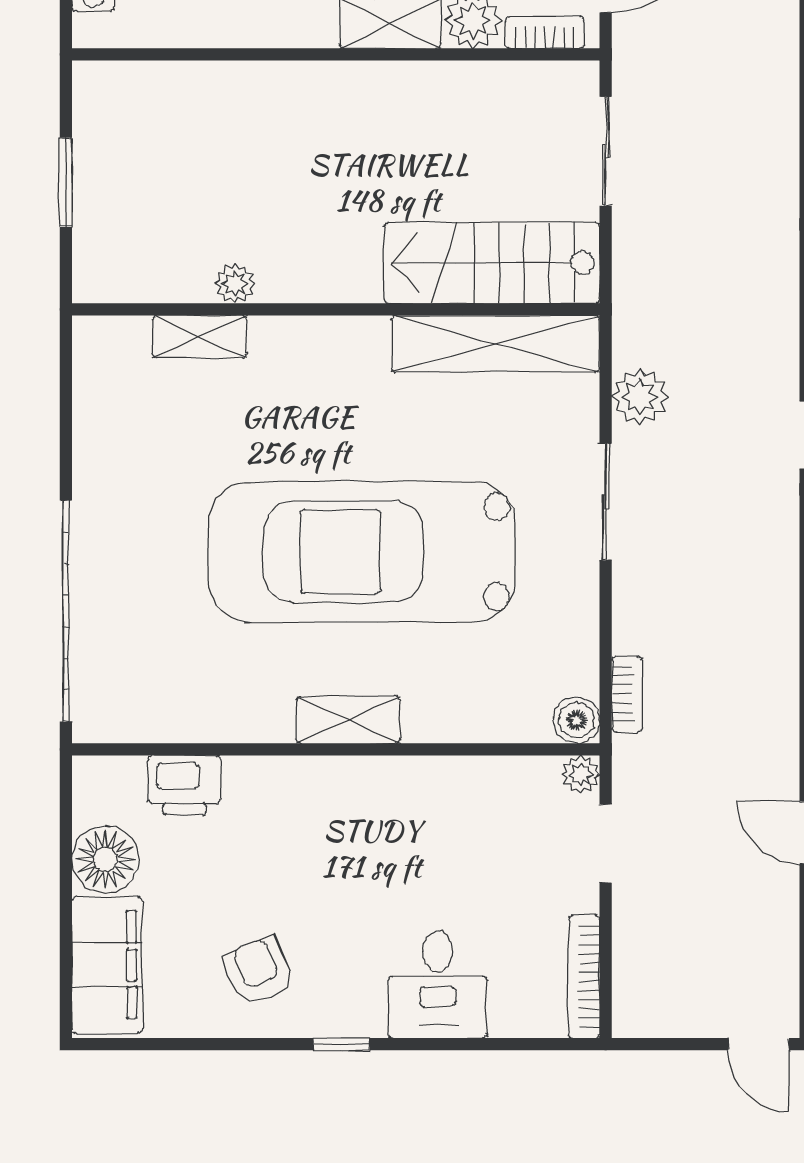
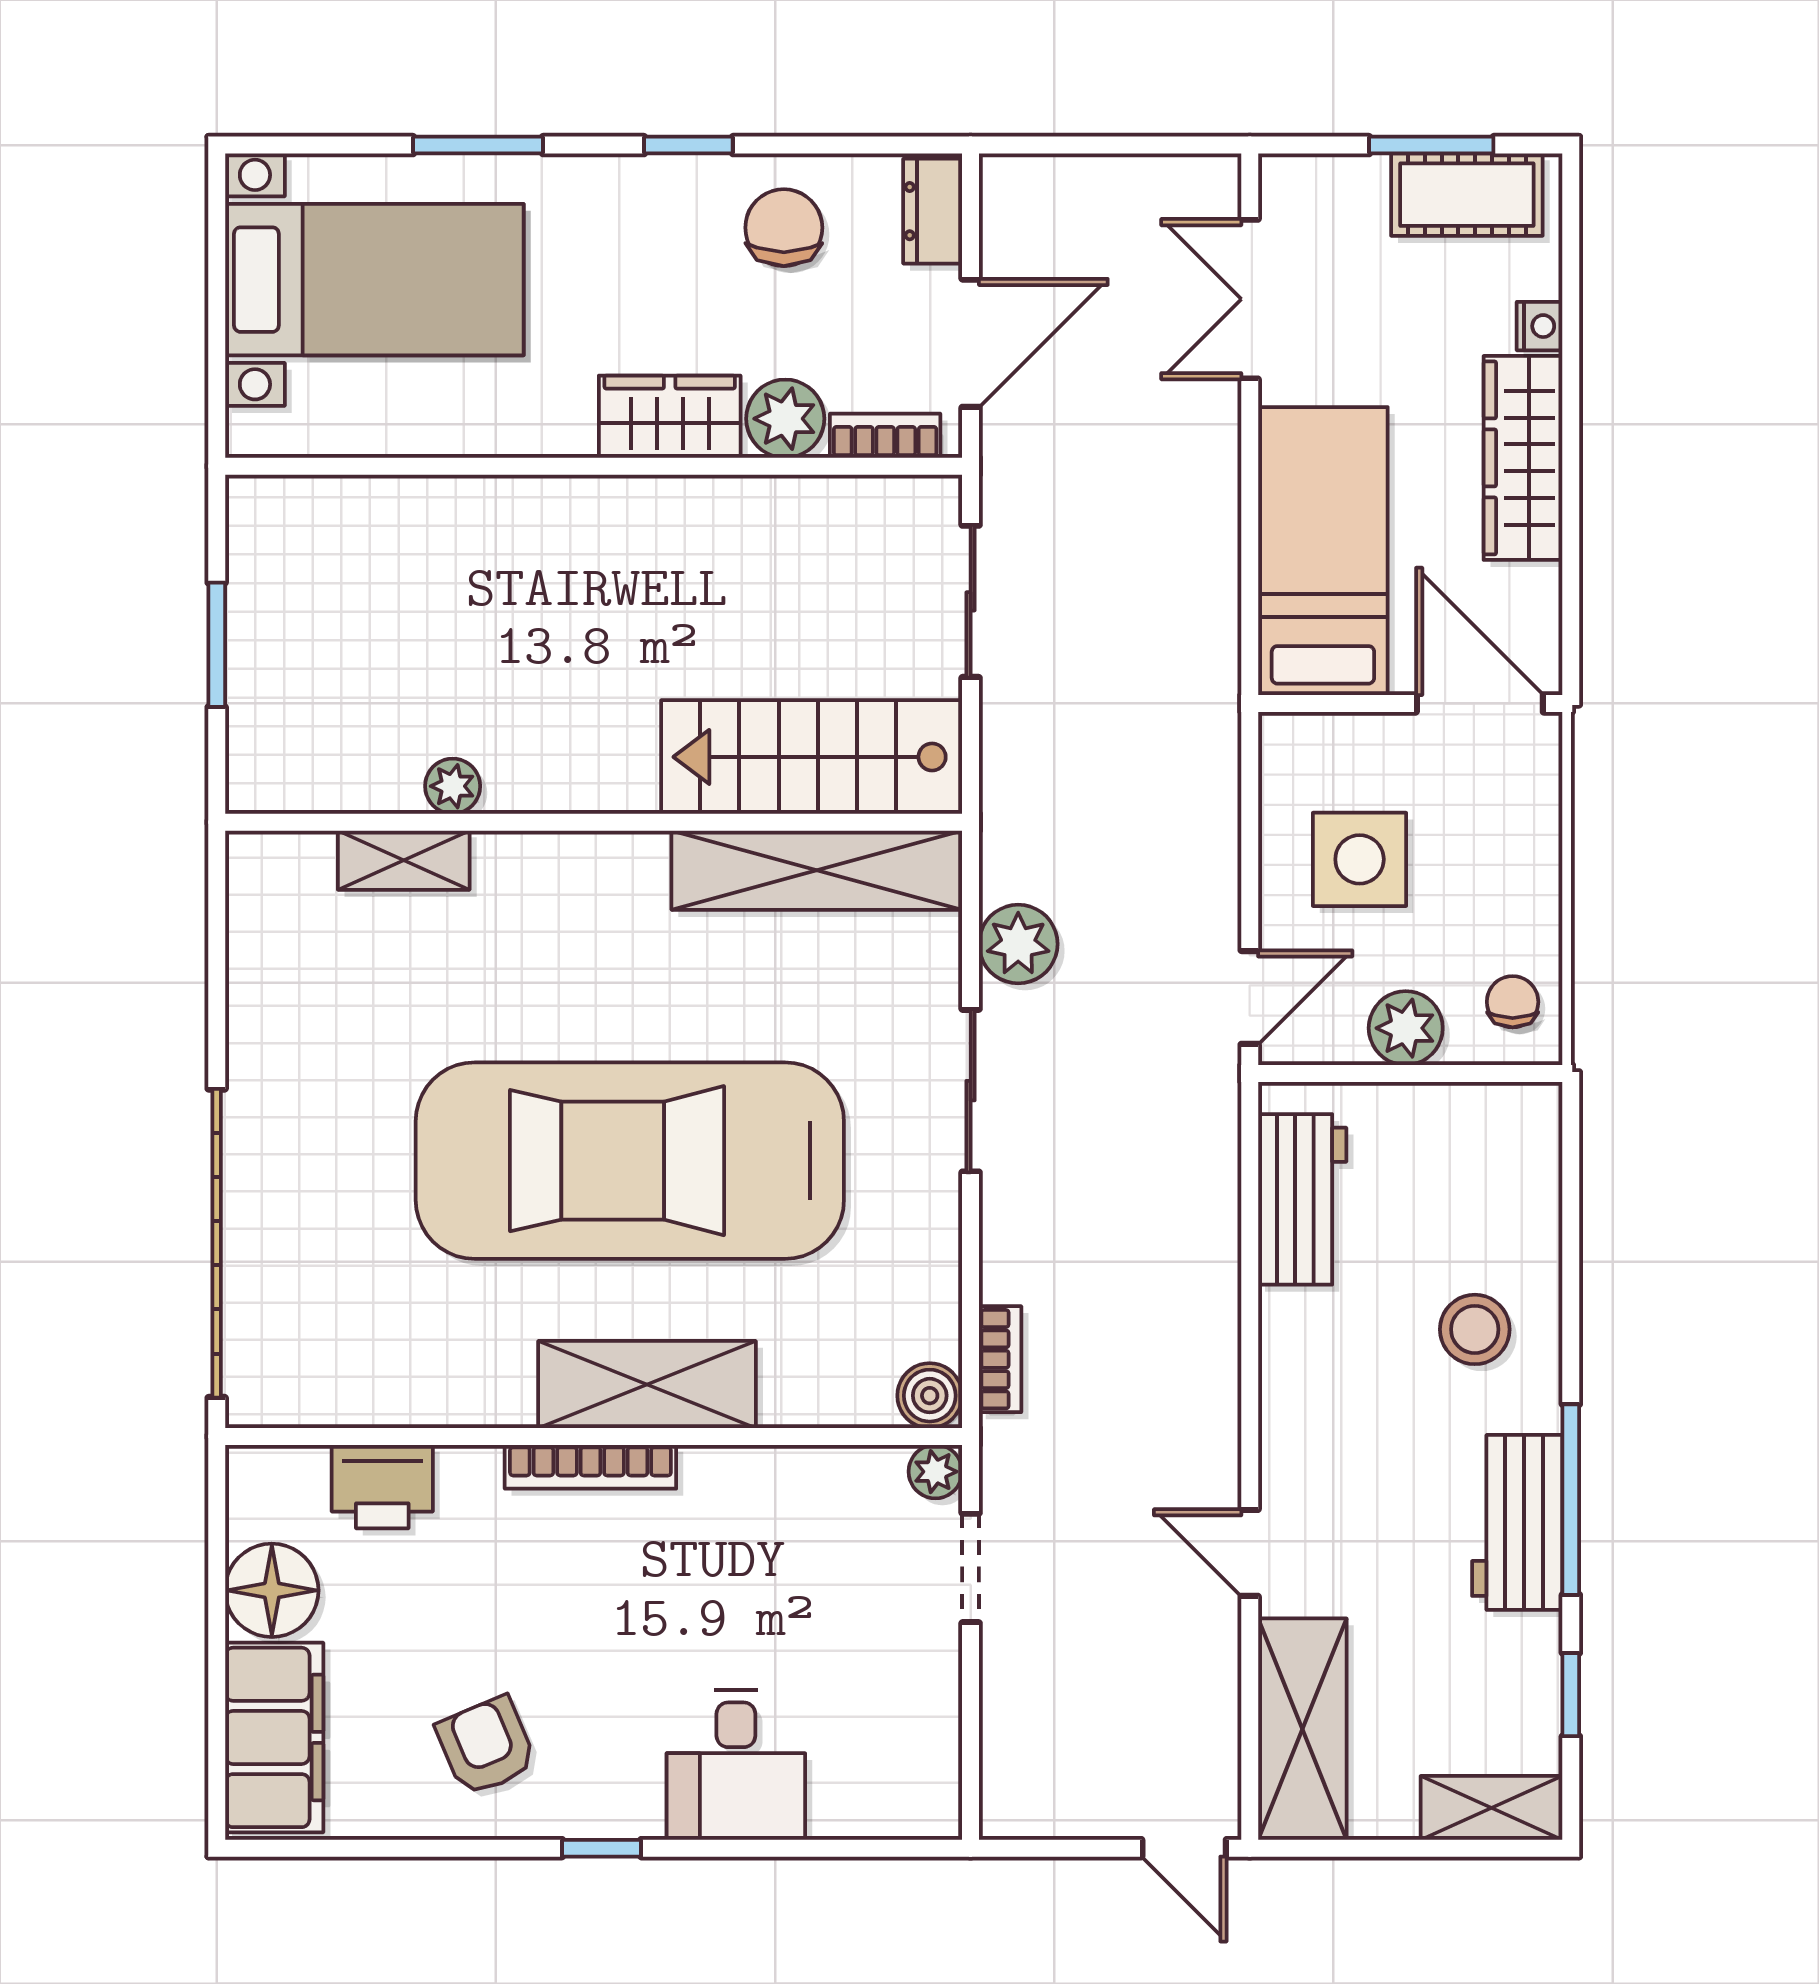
shelving: (348, 720) -> (647, 1384), width x1.50, depth x1.33
bookcase: (584, 977) -> (590, 1467), moved, turned -90

